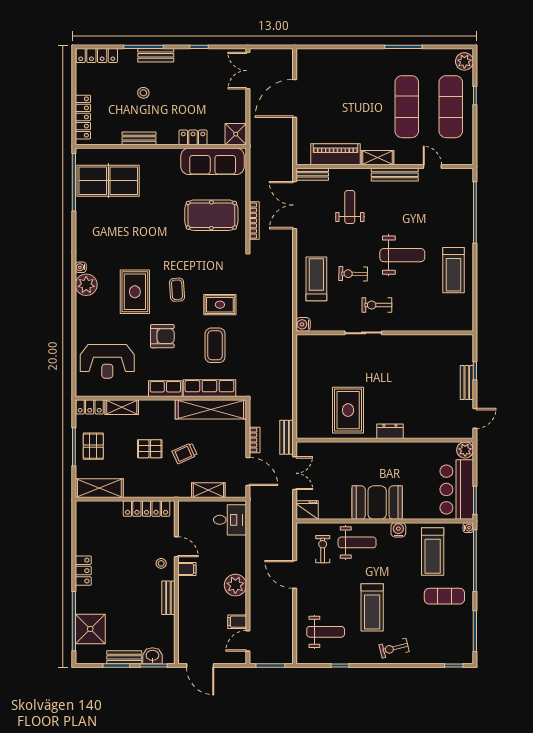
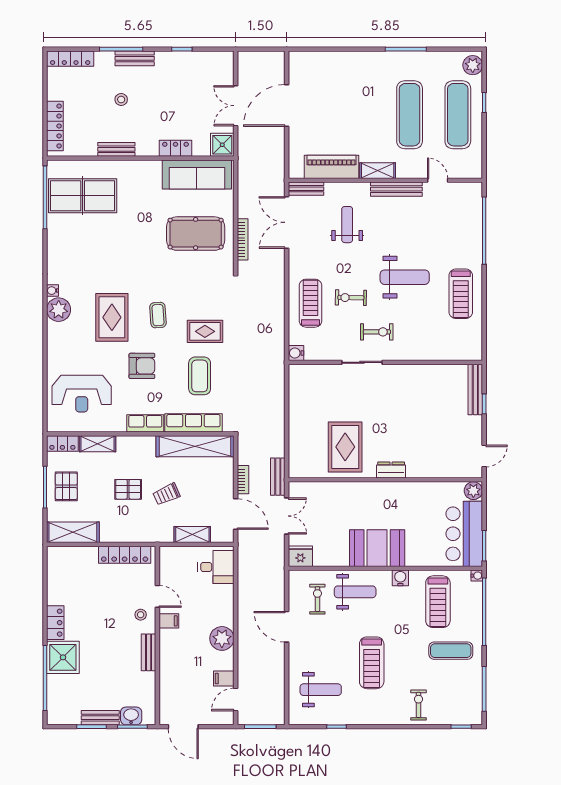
double door: (248, 71) -> (236, 106), moved
exercise bike: (377, 305) -> (377, 332), turned 180
bench: (467, 382) -> (475, 389), moved, width x1.36
shower: (90, 629) -> (63, 657), moved
exercise bike: (394, 648) -> (418, 705), moved, turned 104

